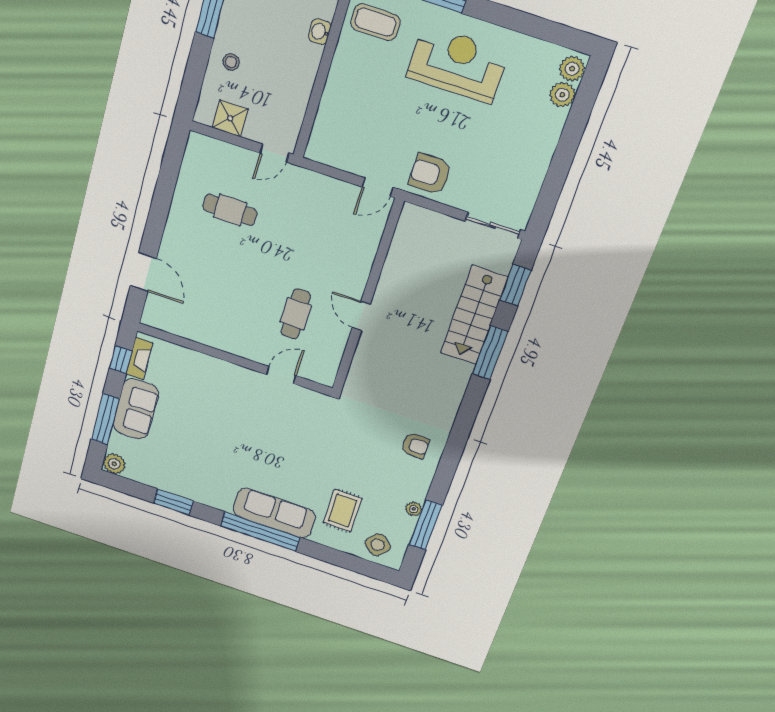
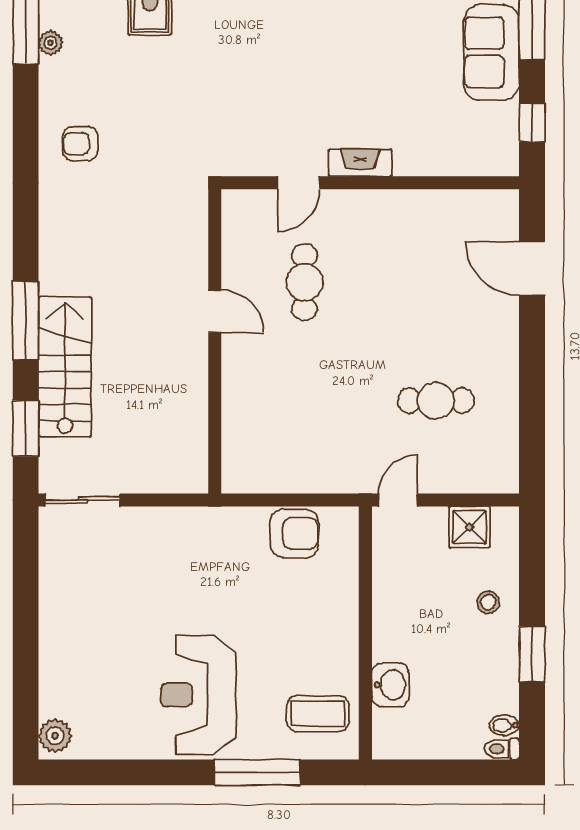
washbasin: (320, 32) -> (390, 685), width x1.38, depth x1.45
reception desk: (457, 64) -> (198, 695), turned 90
plant: (562, 95) -> (55, 700), removed
armchair: (430, 174) -> (294, 533), moved
door: (378, 187) -> (249, 500), removed
fireplace: (139, 359) -> (360, 163), moved, turned 90

